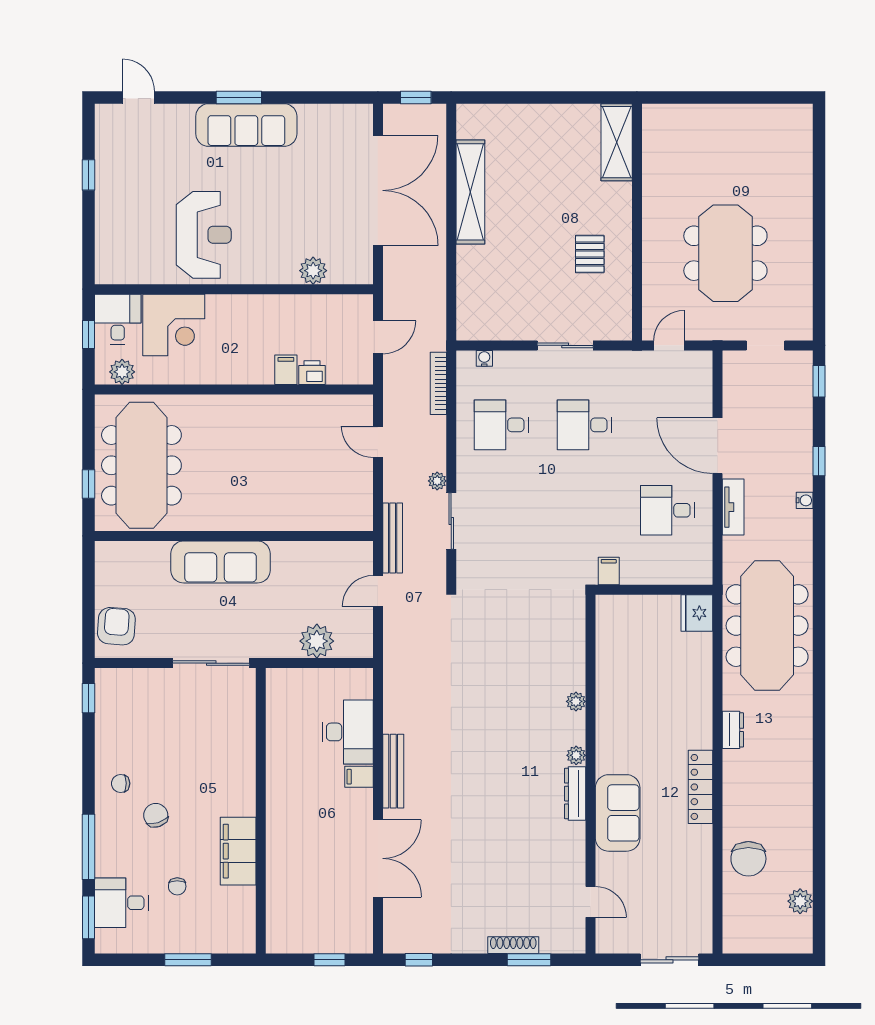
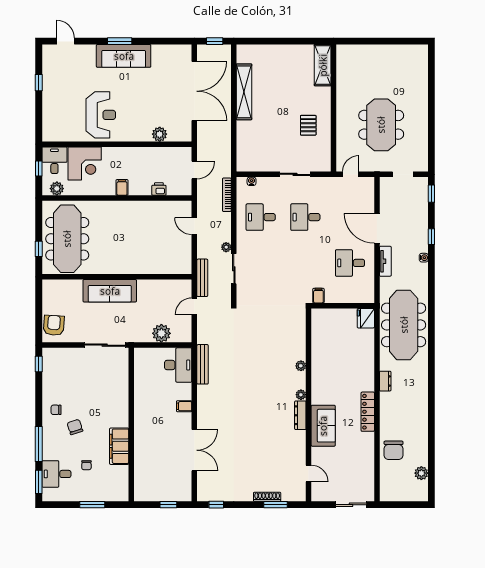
filing cabinet: (286, 370) -> (122, 187), moved
desk: (348, 732) -> (178, 365), moved
bench: (393, 771) -> (203, 364), moved

